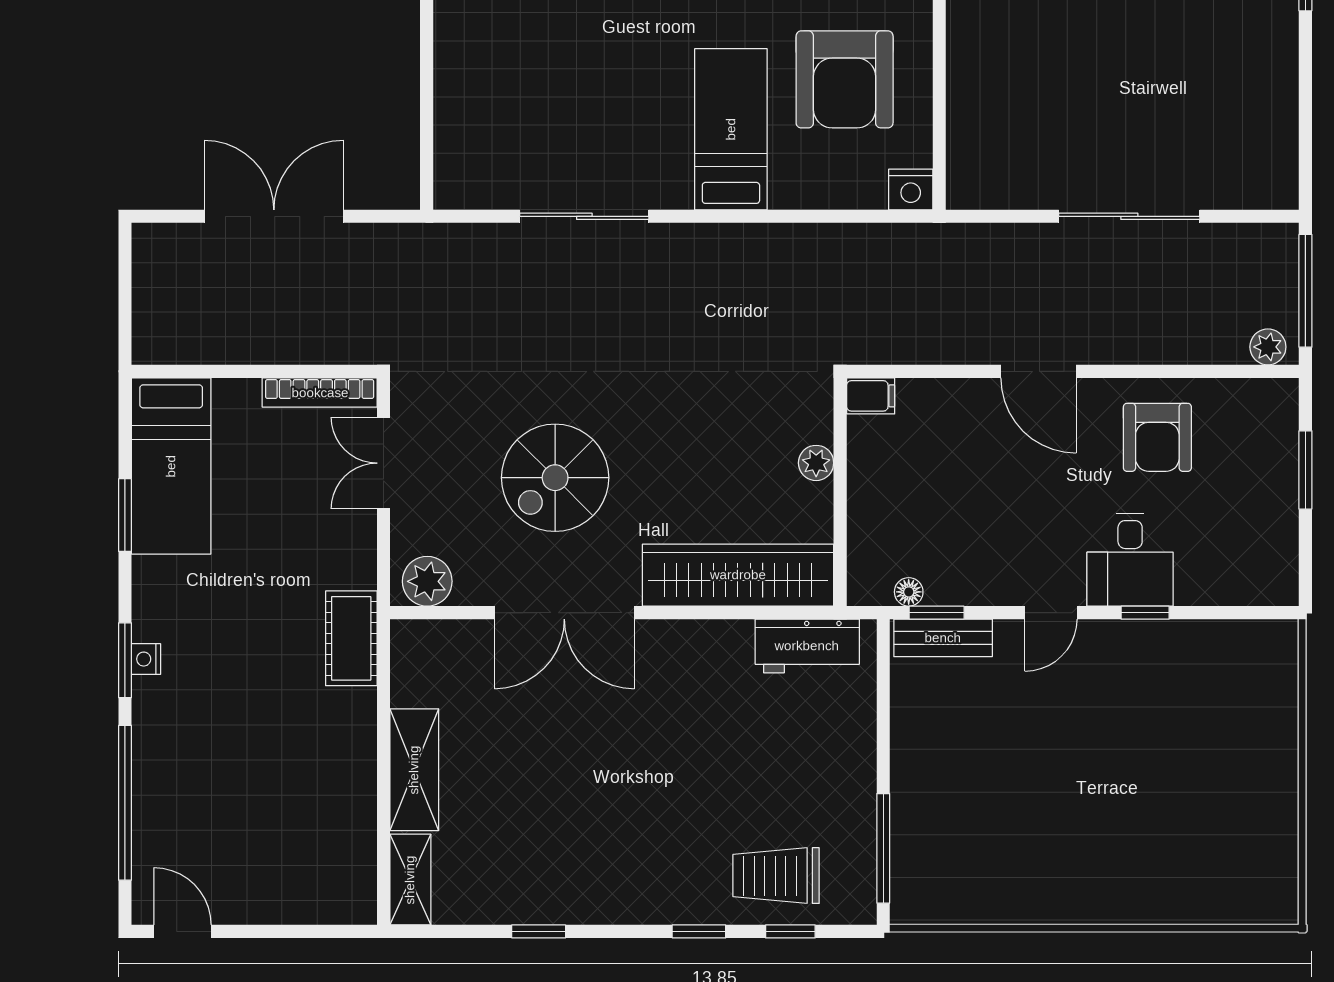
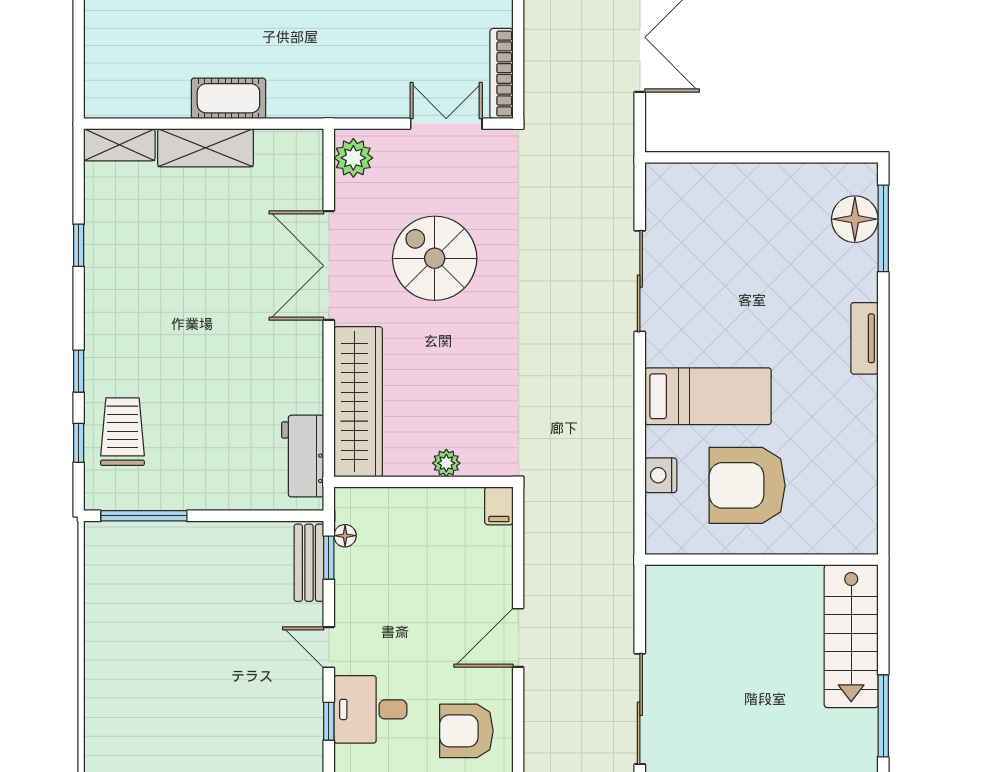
nightstand: (911, 189) -> (661, 475), moved
cot: (351, 638) -> (228, 98), moved

